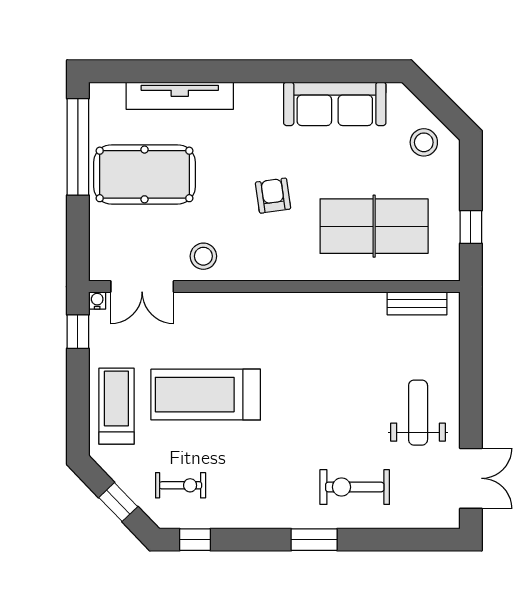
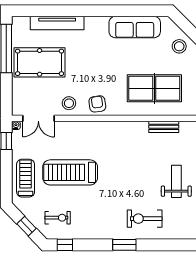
armchair: (273, 196) -> (97, 104), moved
bench: (417, 303) -> (164, 127), moved

